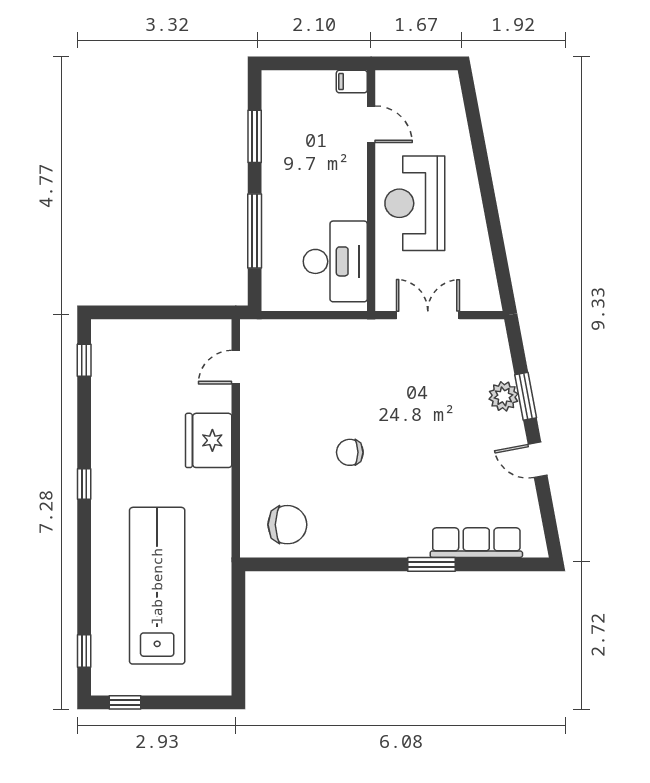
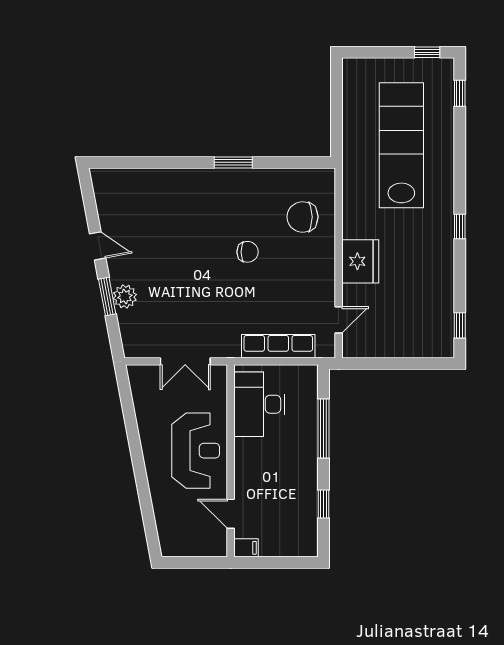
window: (255, 136) -> (323, 504), width x0.67
chair: (287, 525) -> (303, 217), moved
row of seats: (476, 543) -> (278, 346), moved, turned 180
window: (432, 564) -> (233, 162), moved
lab bench: (157, 586) -> (401, 145), turned 180

